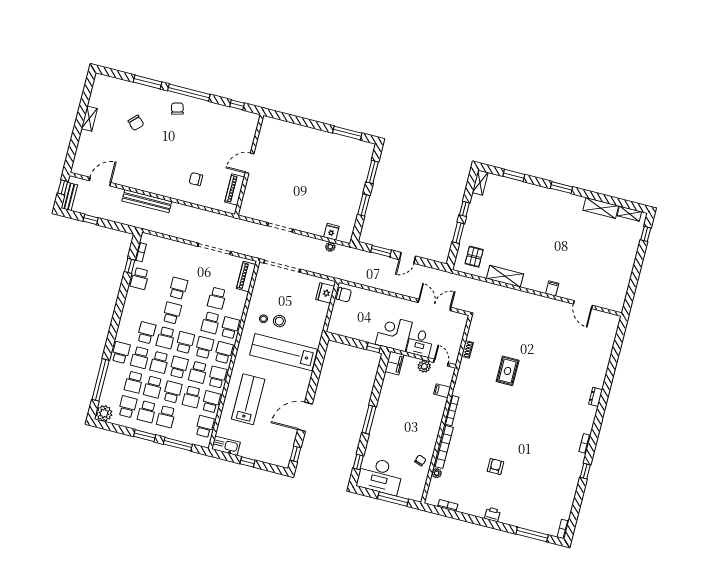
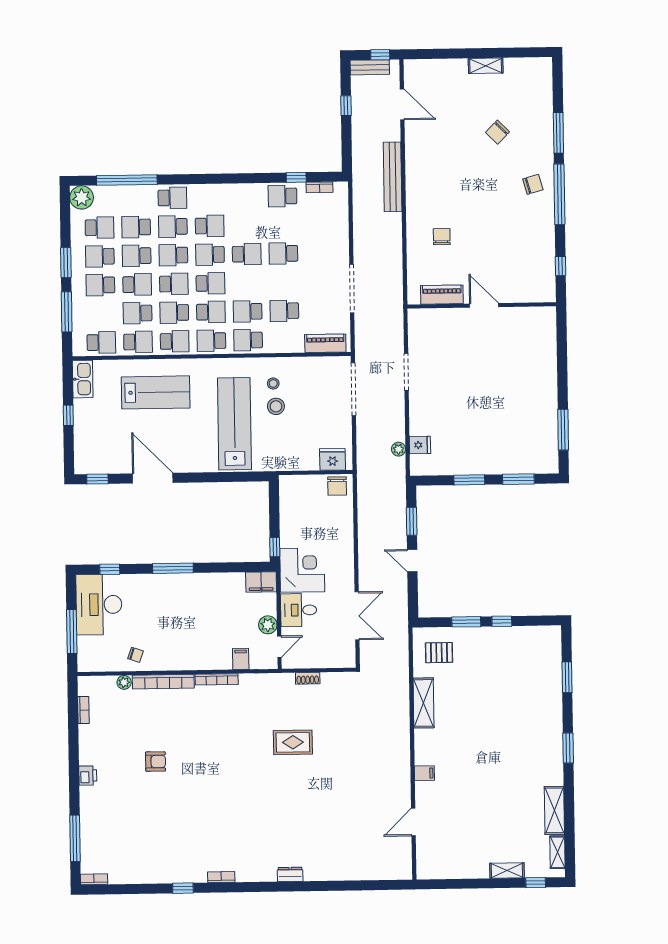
shelving: (480, 183) -> (507, 870), moved
school desk: (178, 288) -> (283, 253), turned 180
school desk: (230, 328) -> (248, 340), turned 180
school desk: (224, 352) -> (211, 341), turned 180

